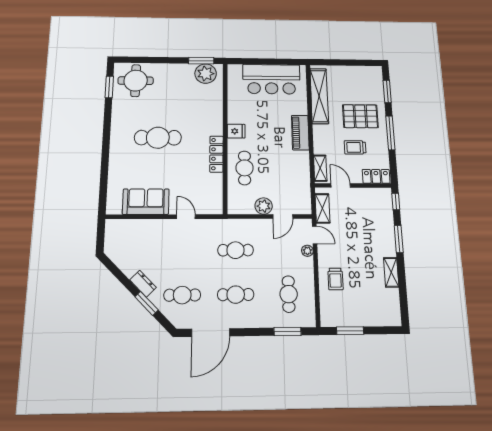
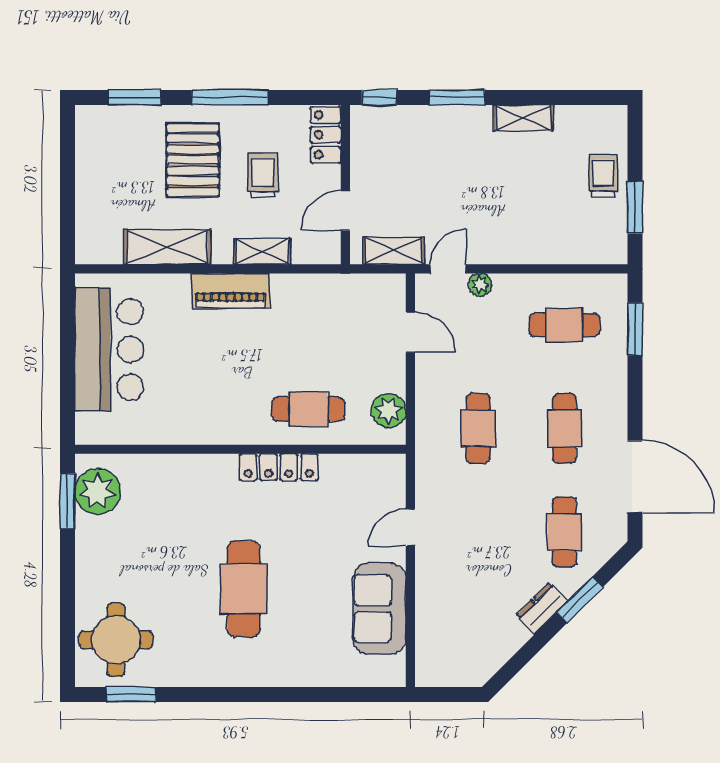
shelving: (319, 96) -> (167, 247), width x0.68
fridge: (236, 131) -> (228, 426), removed
trolley: (355, 147) -> (263, 175), turned 180
shelving: (320, 168) -> (262, 252), moved
plant: (264, 206) -> (389, 411), moved
trolley: (335, 279) -> (603, 176), moved, turned -90

